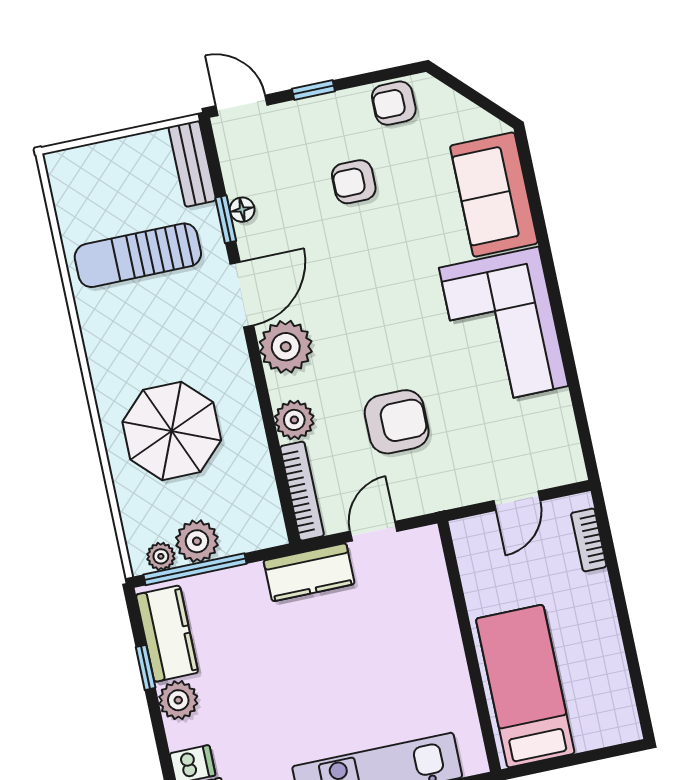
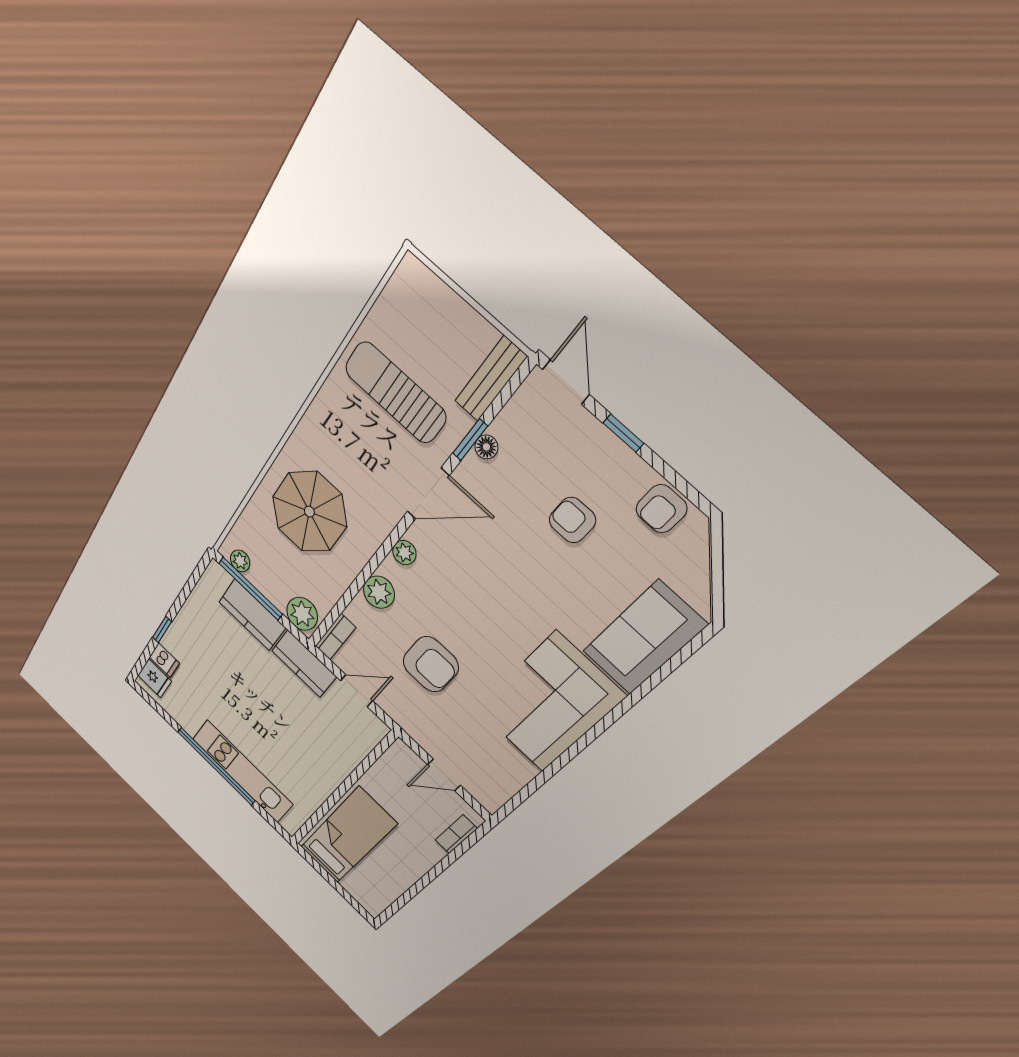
armchair: (394, 103) -> (661, 509), turned -90
plant: (286, 347) -> (404, 553), width x0.53, depth x0.53
bookcase: (302, 491) -> (335, 637), width x0.64
plant: (197, 541) -> (302, 614), moved
kitchen counter: (167, 634) -> (252, 615), moved, turned 90
window: (146, 667) -> (162, 630), moved
plant: (178, 700) -> (184, 629), removed

